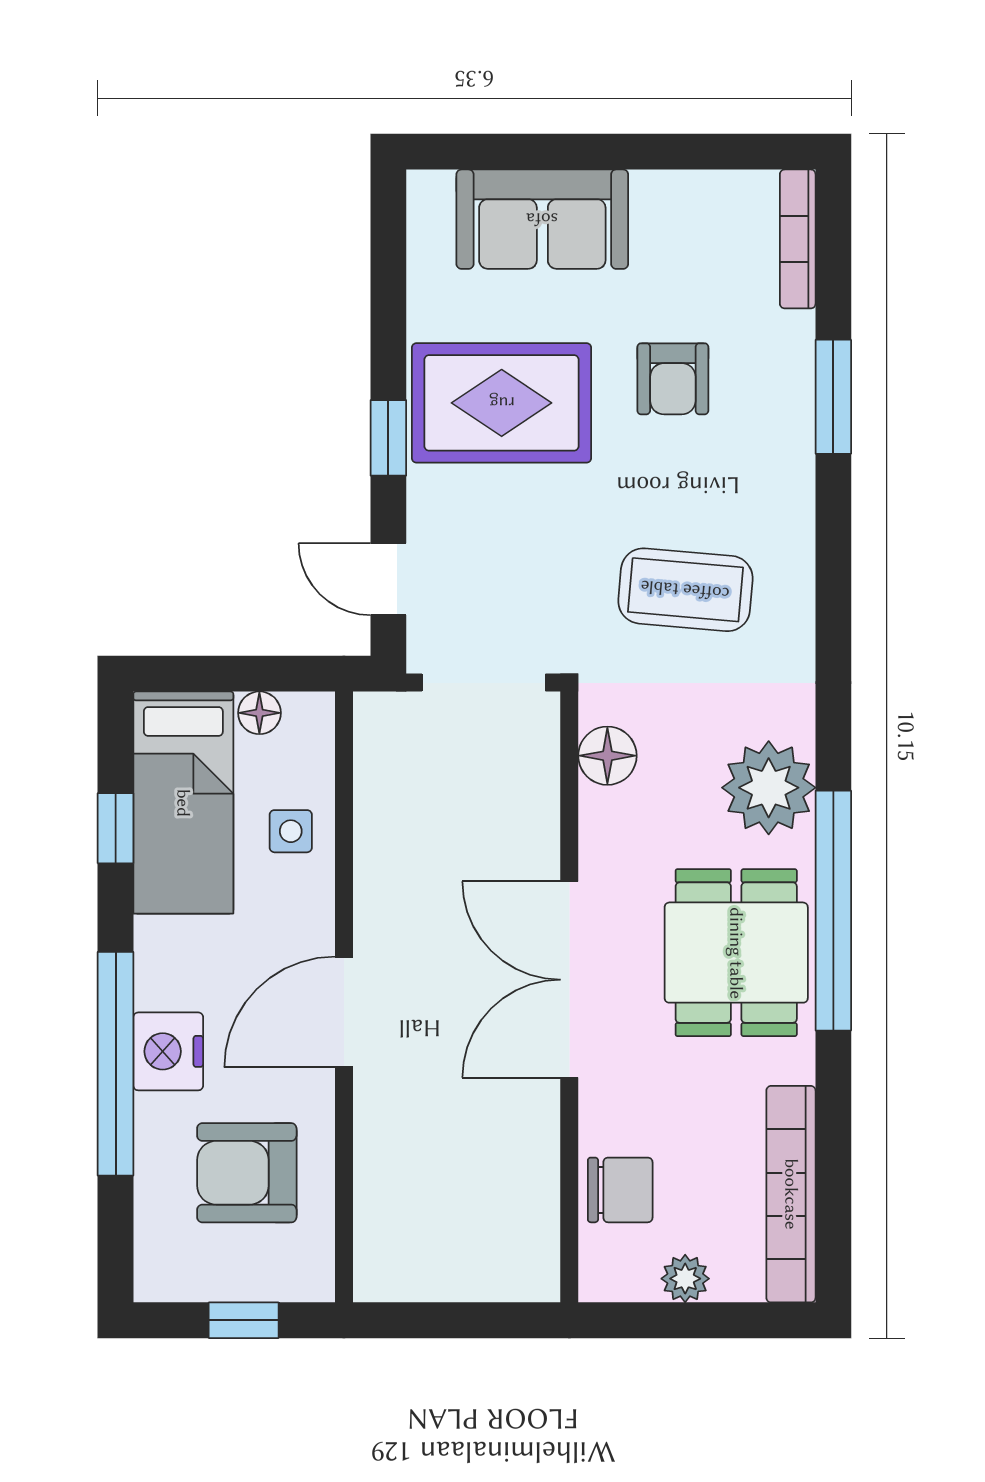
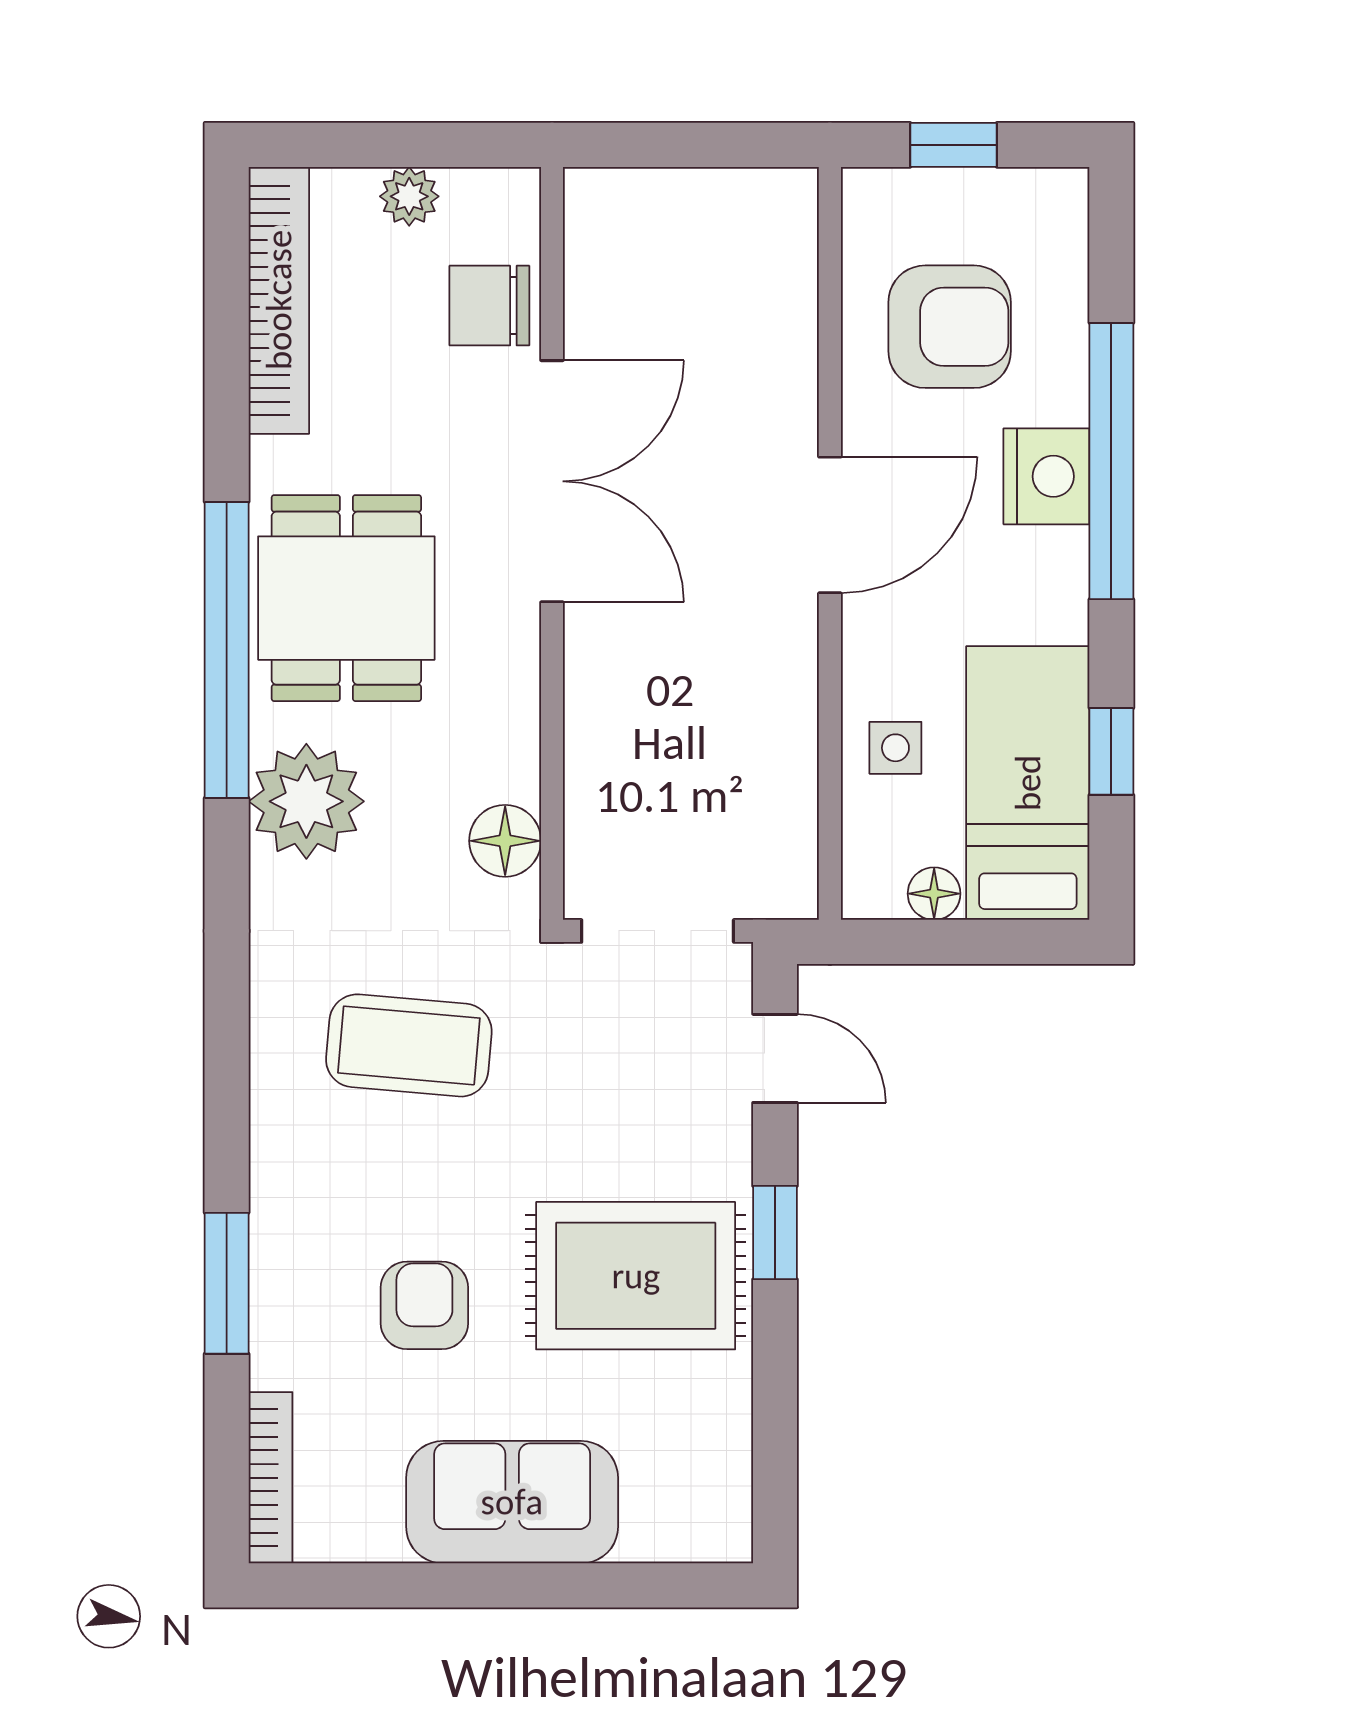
sofa: (542, 219) -> (512, 1502), moved
double door: (569, 980) -> (552, 481), moved

